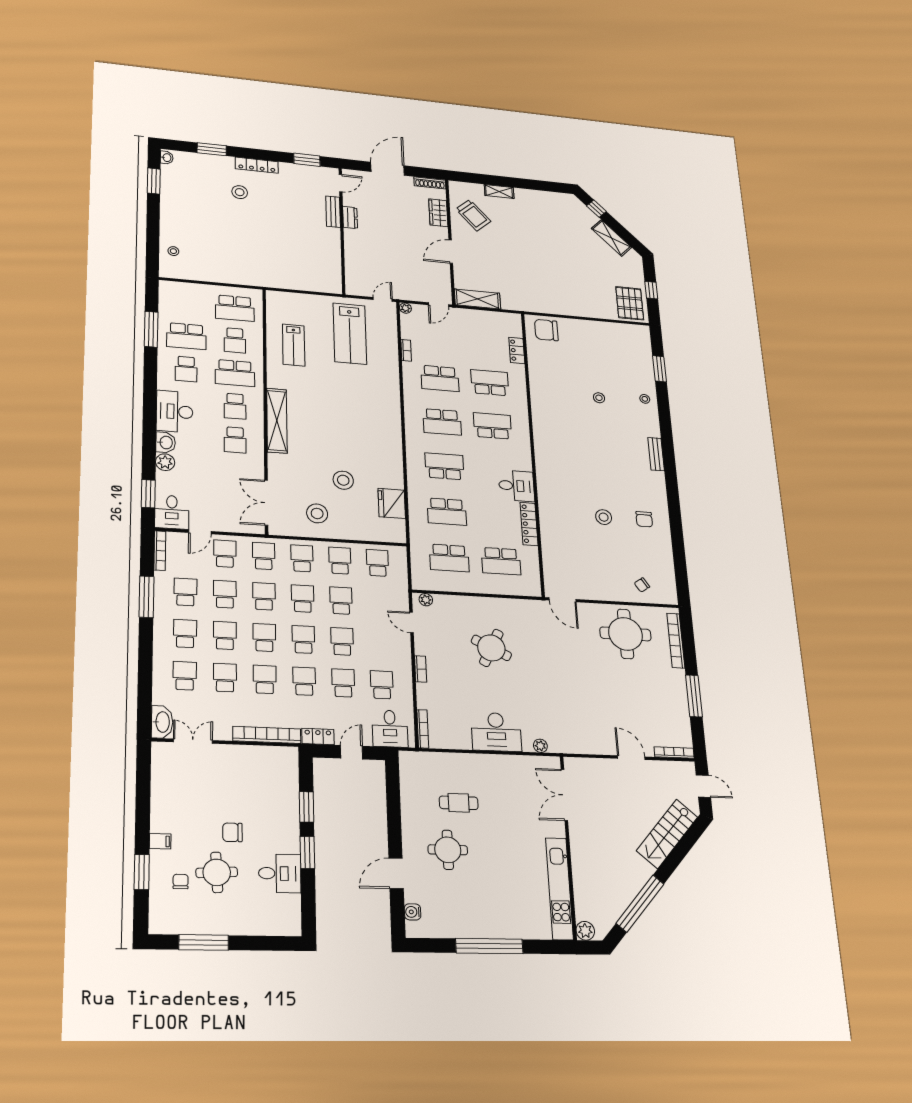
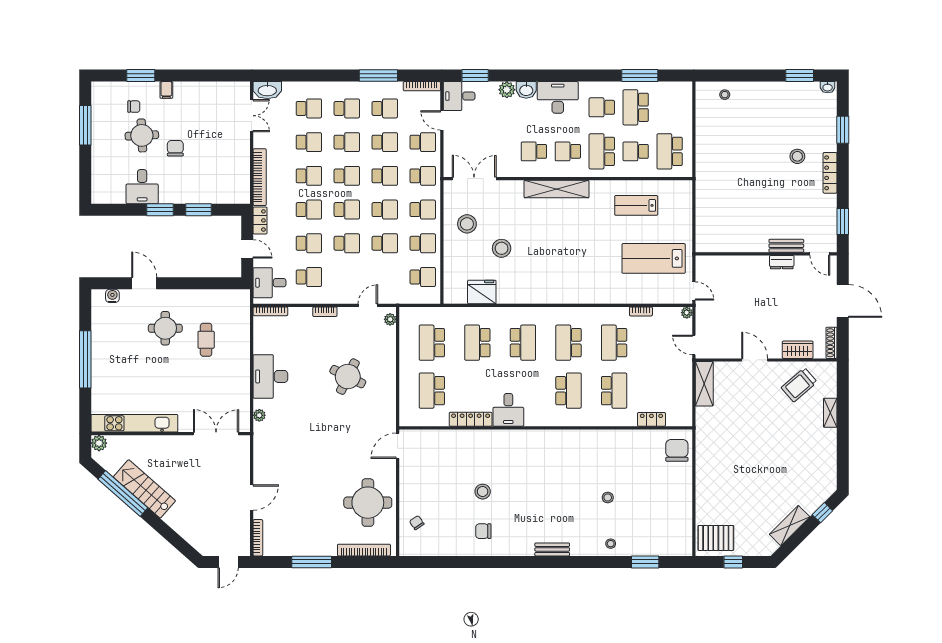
stairs: (667, 834) -> (144, 489), moved

